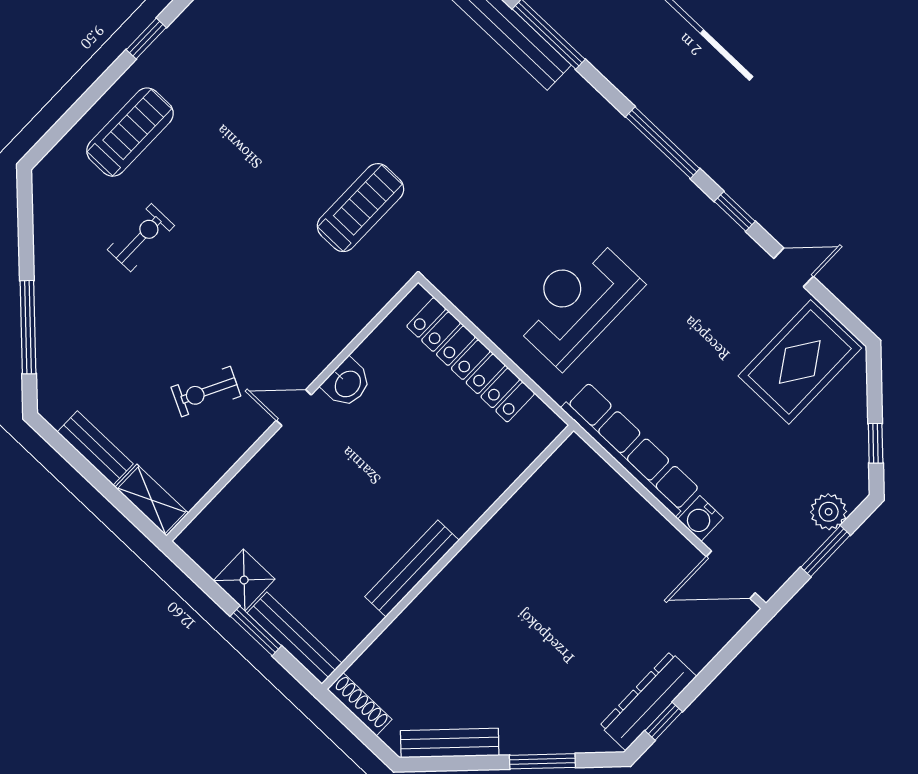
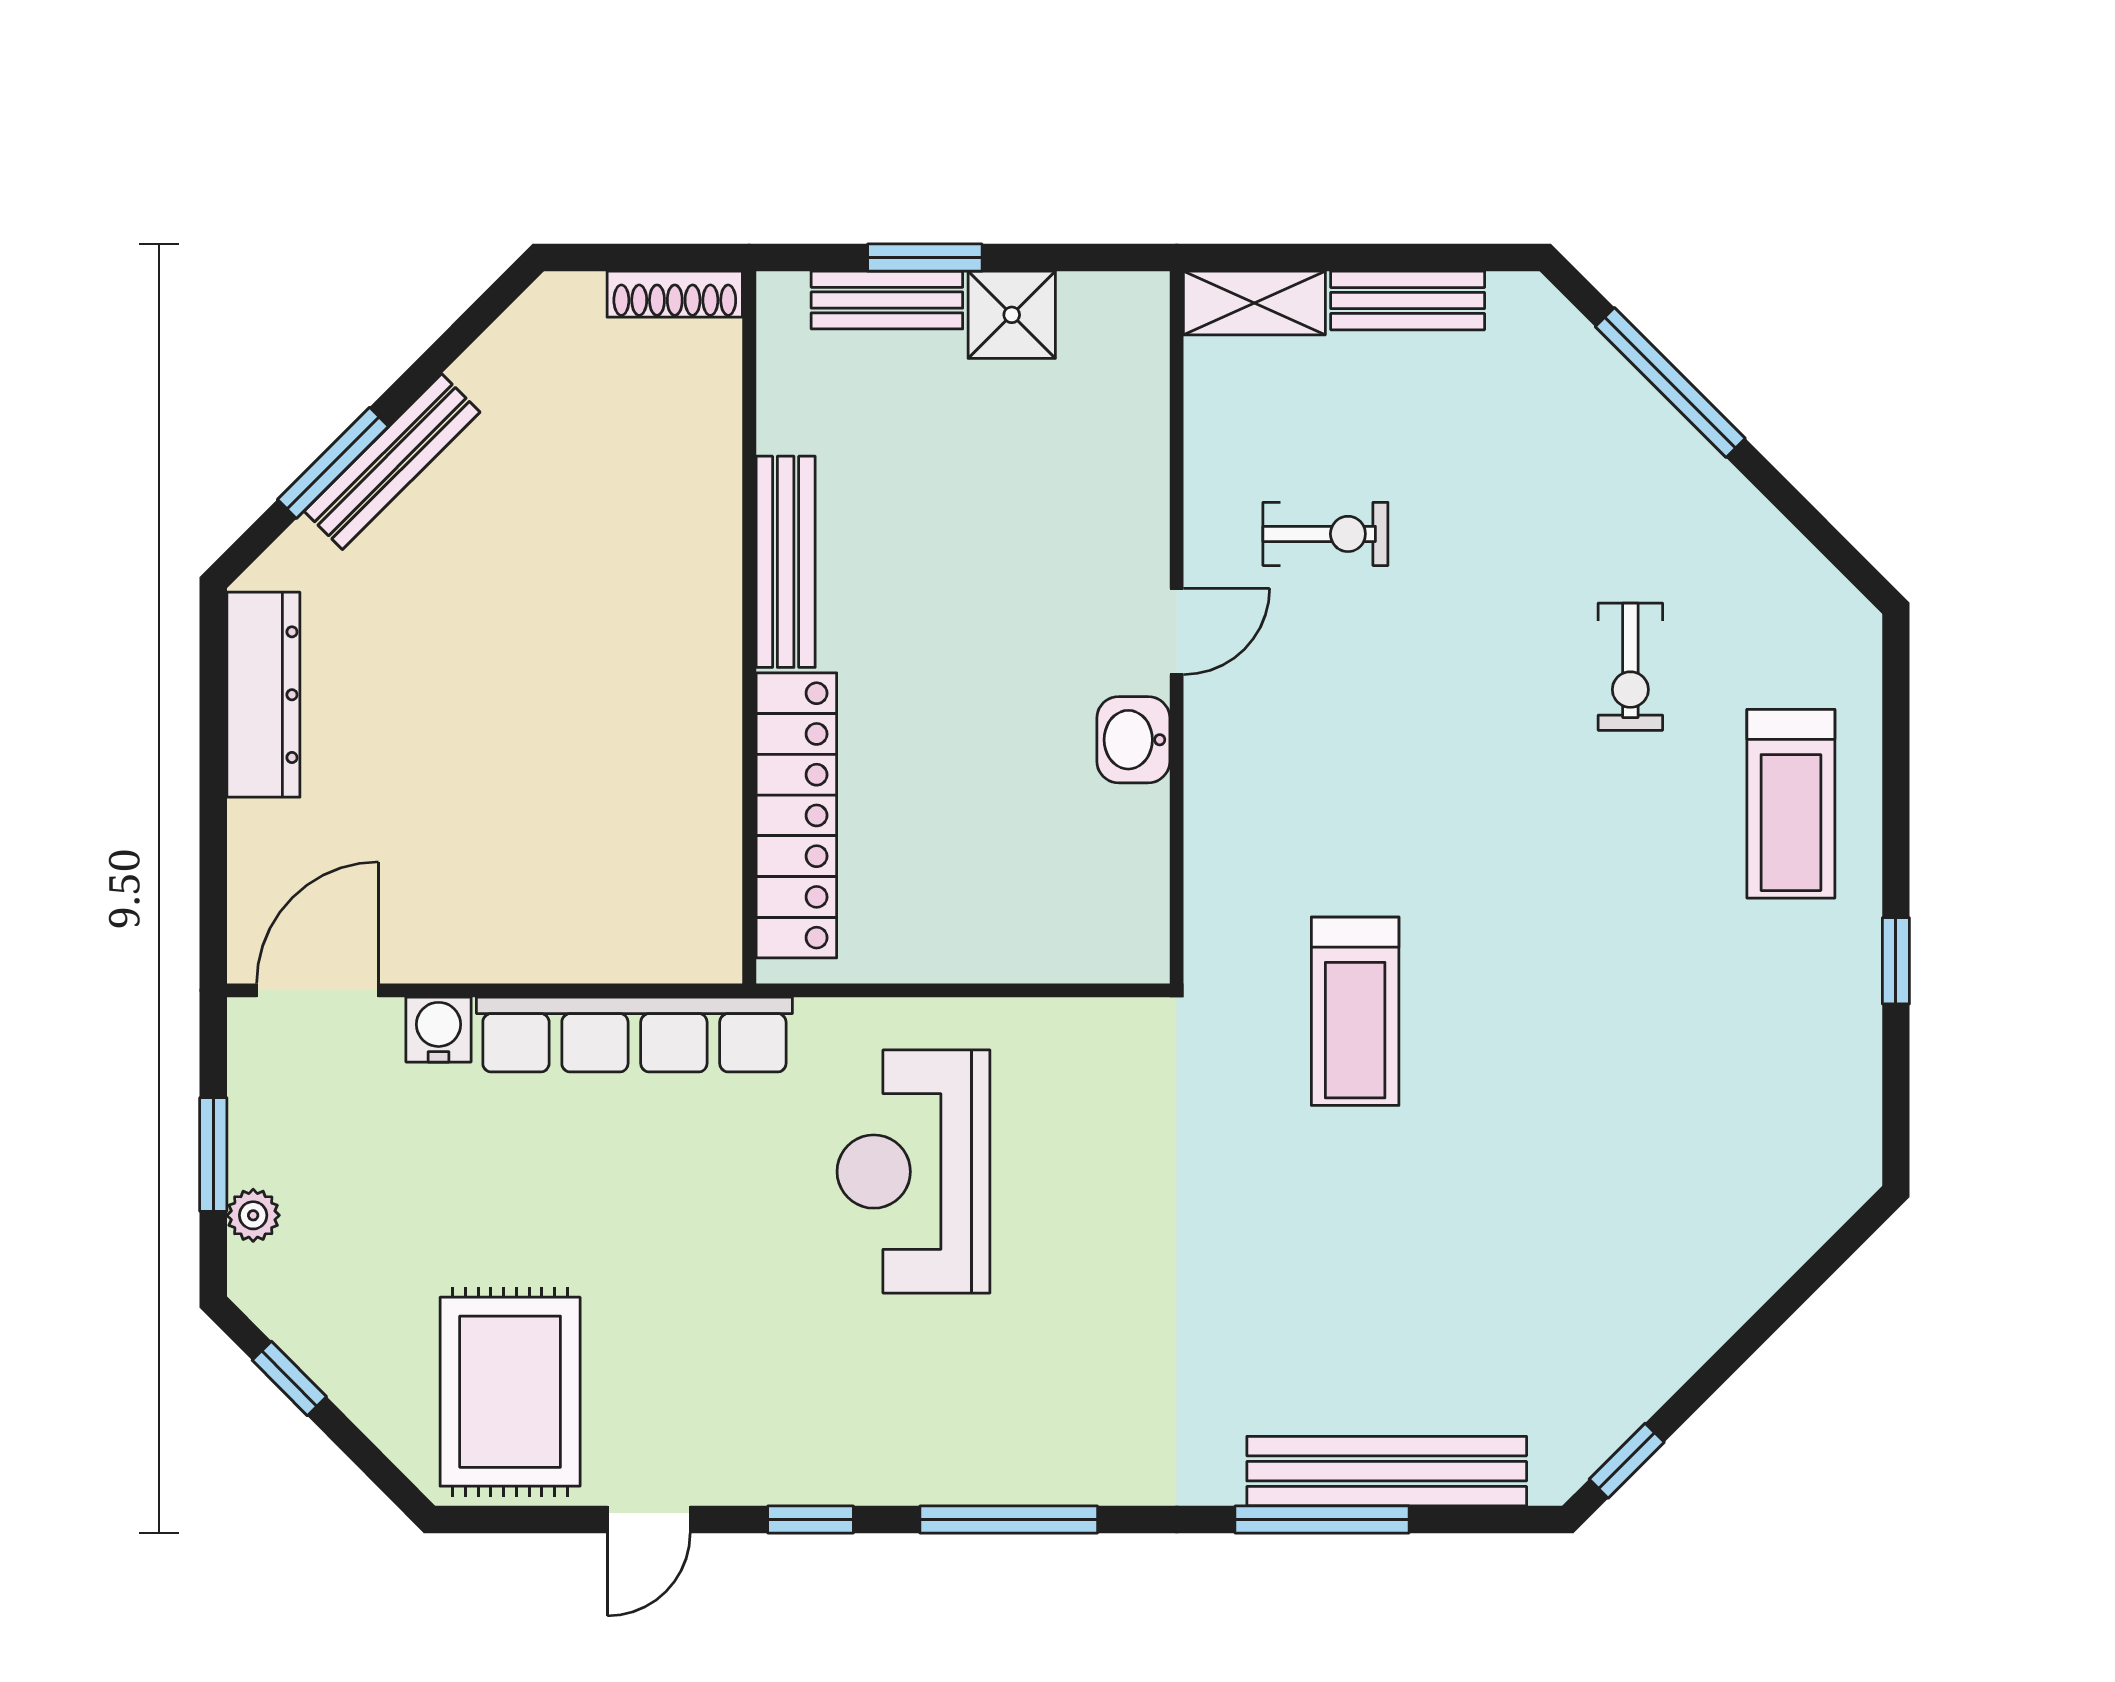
reception desk: (577, 302) -> (913, 1172), turned 180
locker: (471, 360) -> (796, 815), moved, turned 90
exercise bike: (206, 392) -> (1325, 534), turned 63
plant: (829, 512) -> (253, 1215), width x0.73, depth x0.73
bench: (294, 638) -> (887, 300), width x0.73
window: (664, 721) -> (213, 687), removed
bench: (450, 743) -> (392, 462), moved

